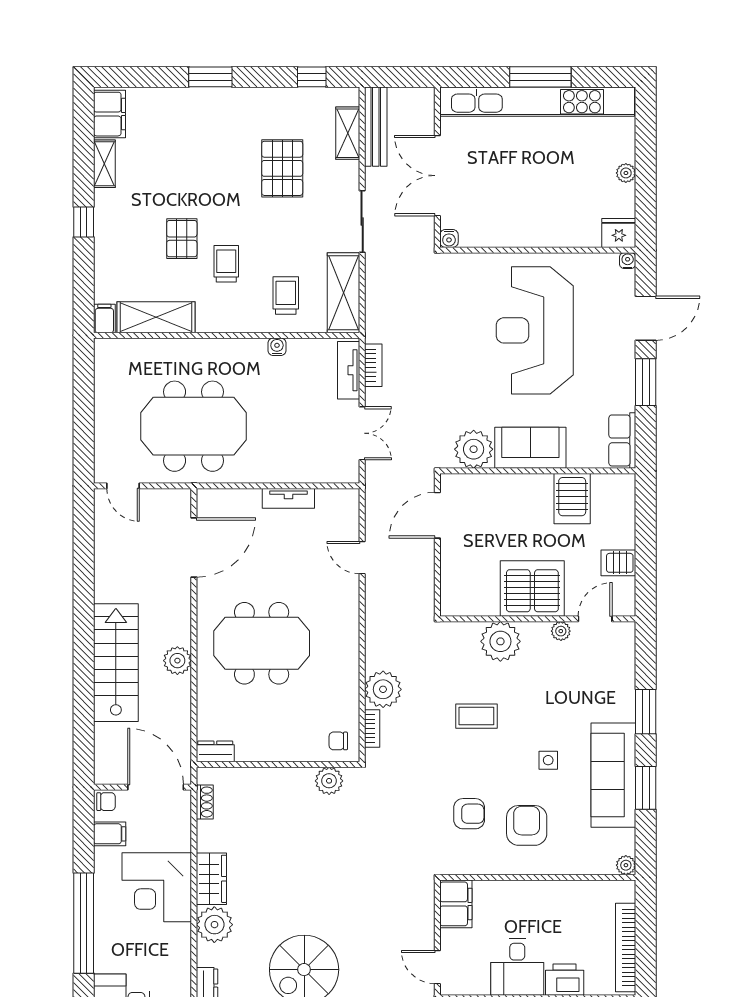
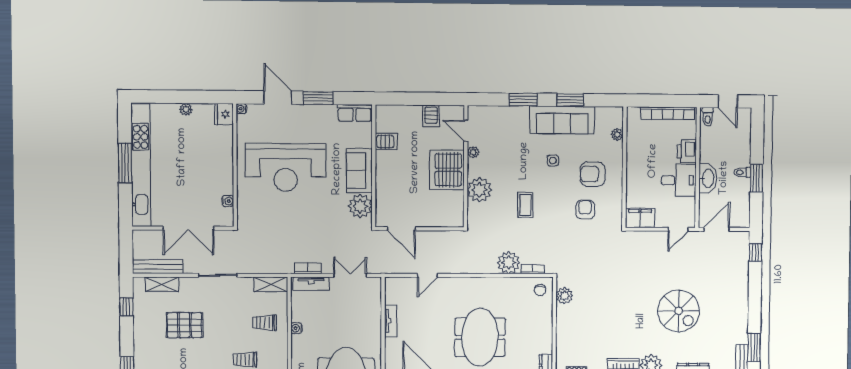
water cooler: (449, 238) -> (228, 201), moved
shelving: (344, 293) -> (271, 284), width x0.67, depth x0.75
server rack: (572, 499) -> (386, 142), width x0.73, depth x0.70
plant: (626, 865) -> (617, 134), moved

